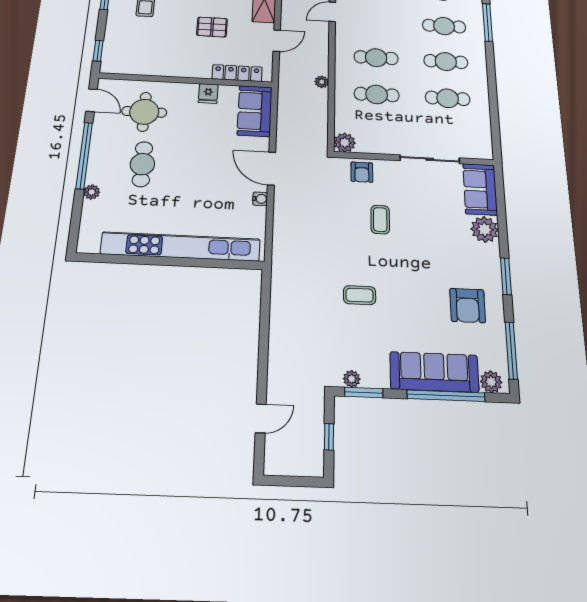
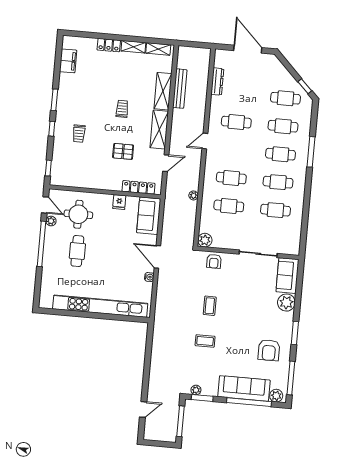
plant: (92, 192) -> (51, 221), moved
coffee table: (380, 220) -> (210, 306), moved
window: (329, 437) -> (180, 421), width x2.17

